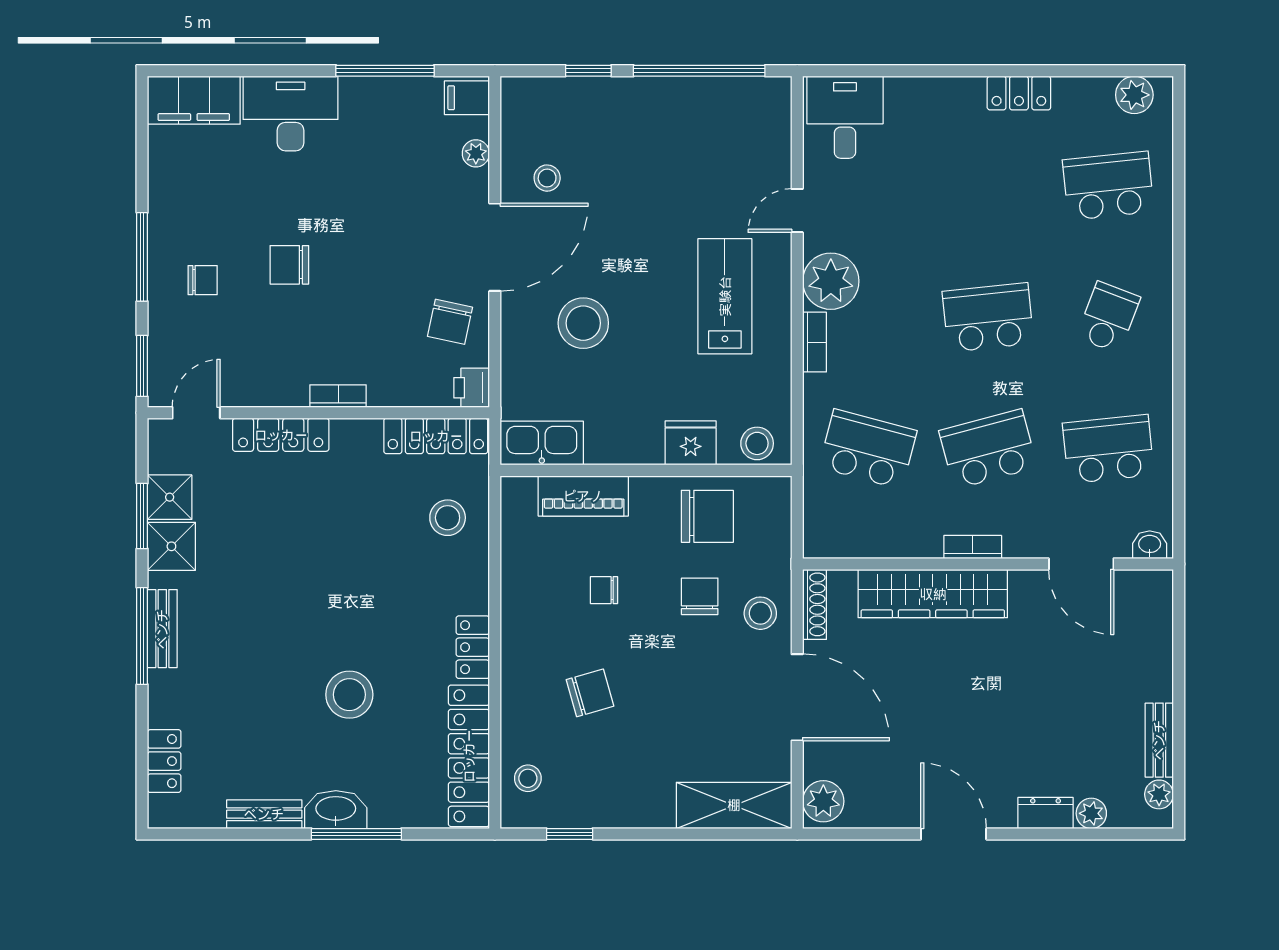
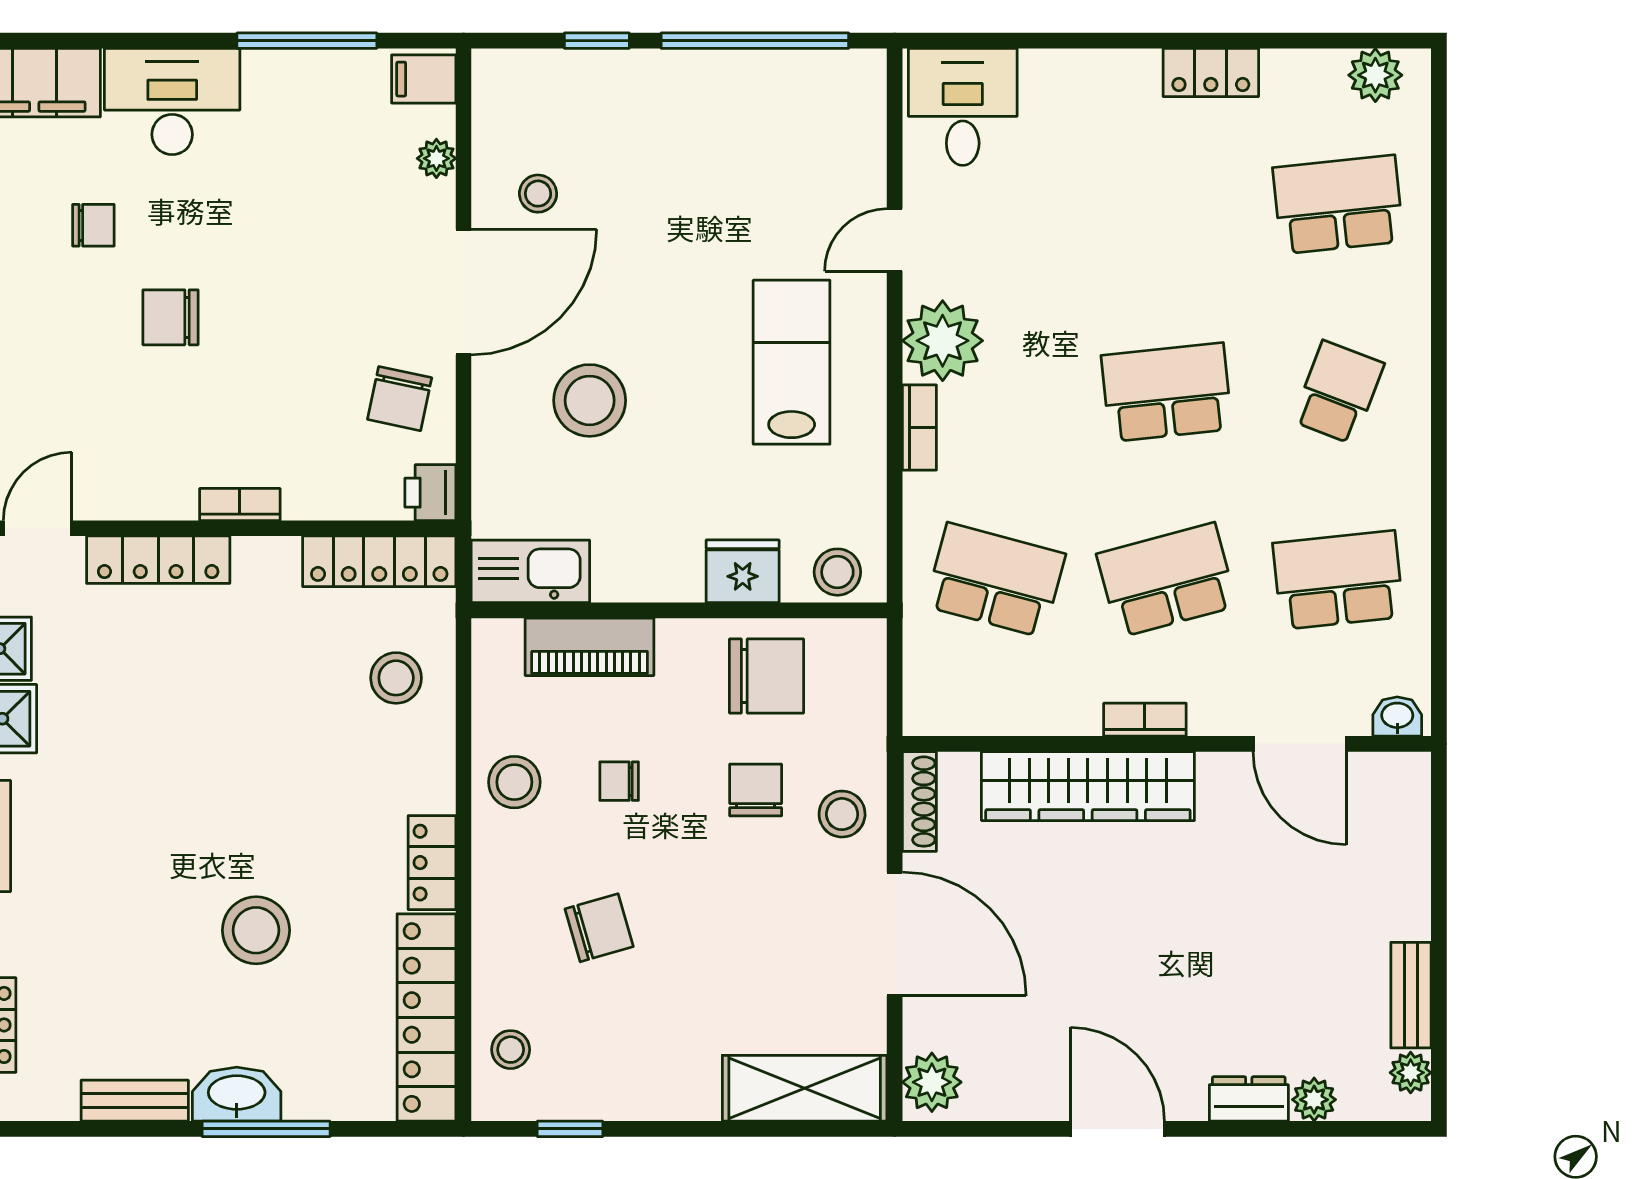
chair: (203, 280) -> (93, 225), moved
stool: (531, 591) -> (514, 782), added

